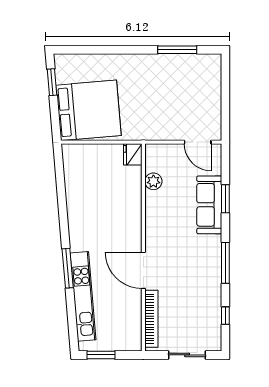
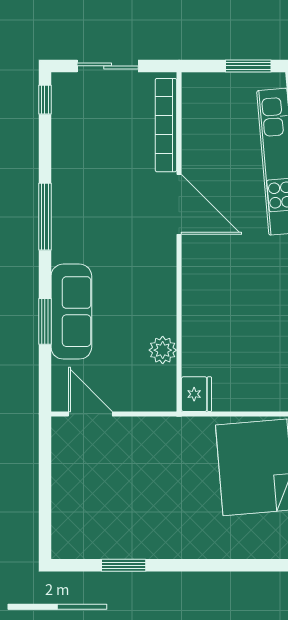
window: (177, 50) -> (124, 565), width x0.69
window: (225, 316) -> (45, 100), moved

